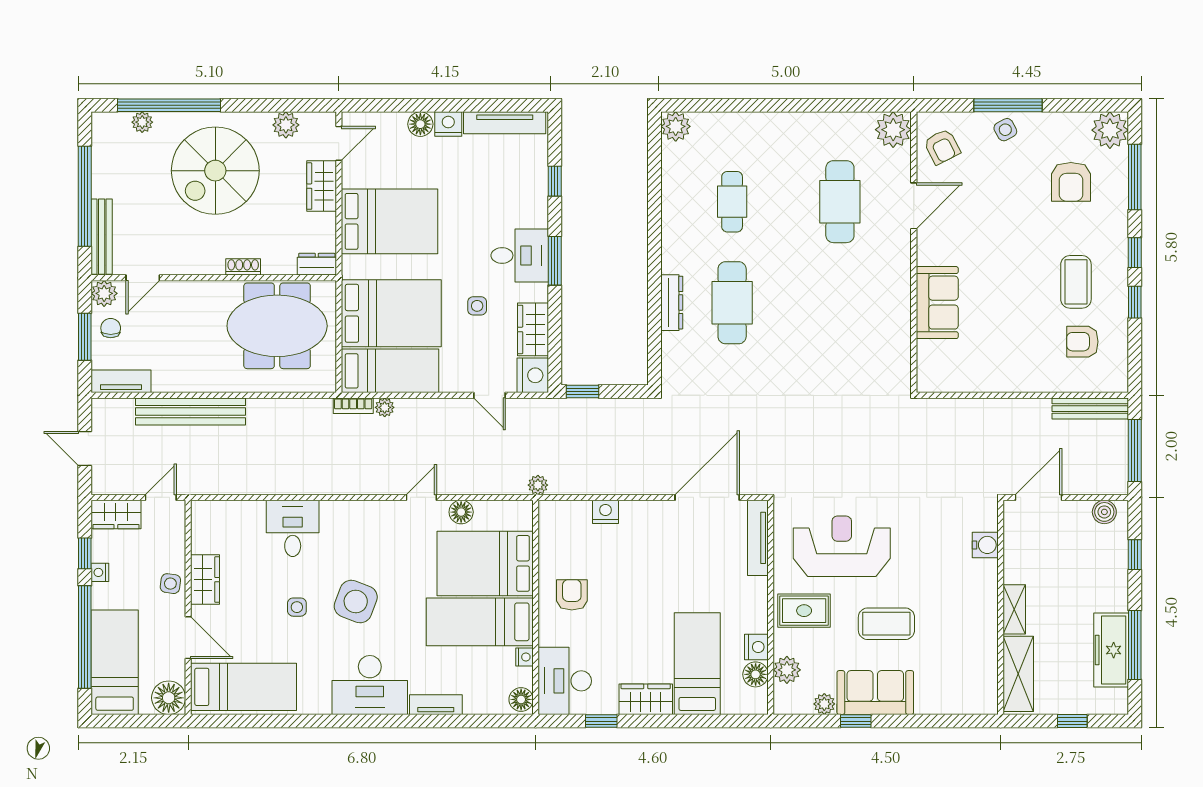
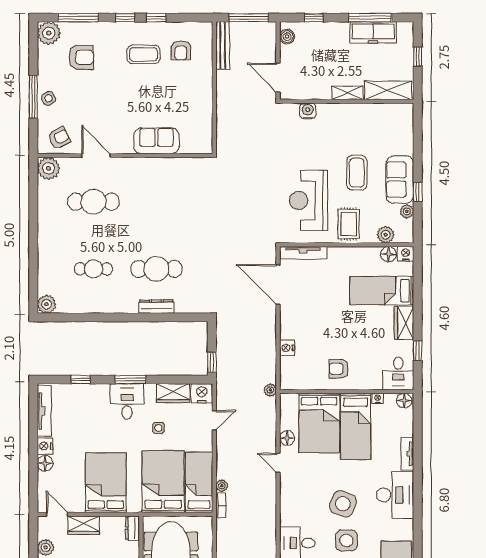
side table: (297, 607) -> (346, 540), width x1.87, depth x1.87
nightstand: (756, 647) -> (406, 254), moved
desk: (565, 681) -> (398, 373), width x0.73

